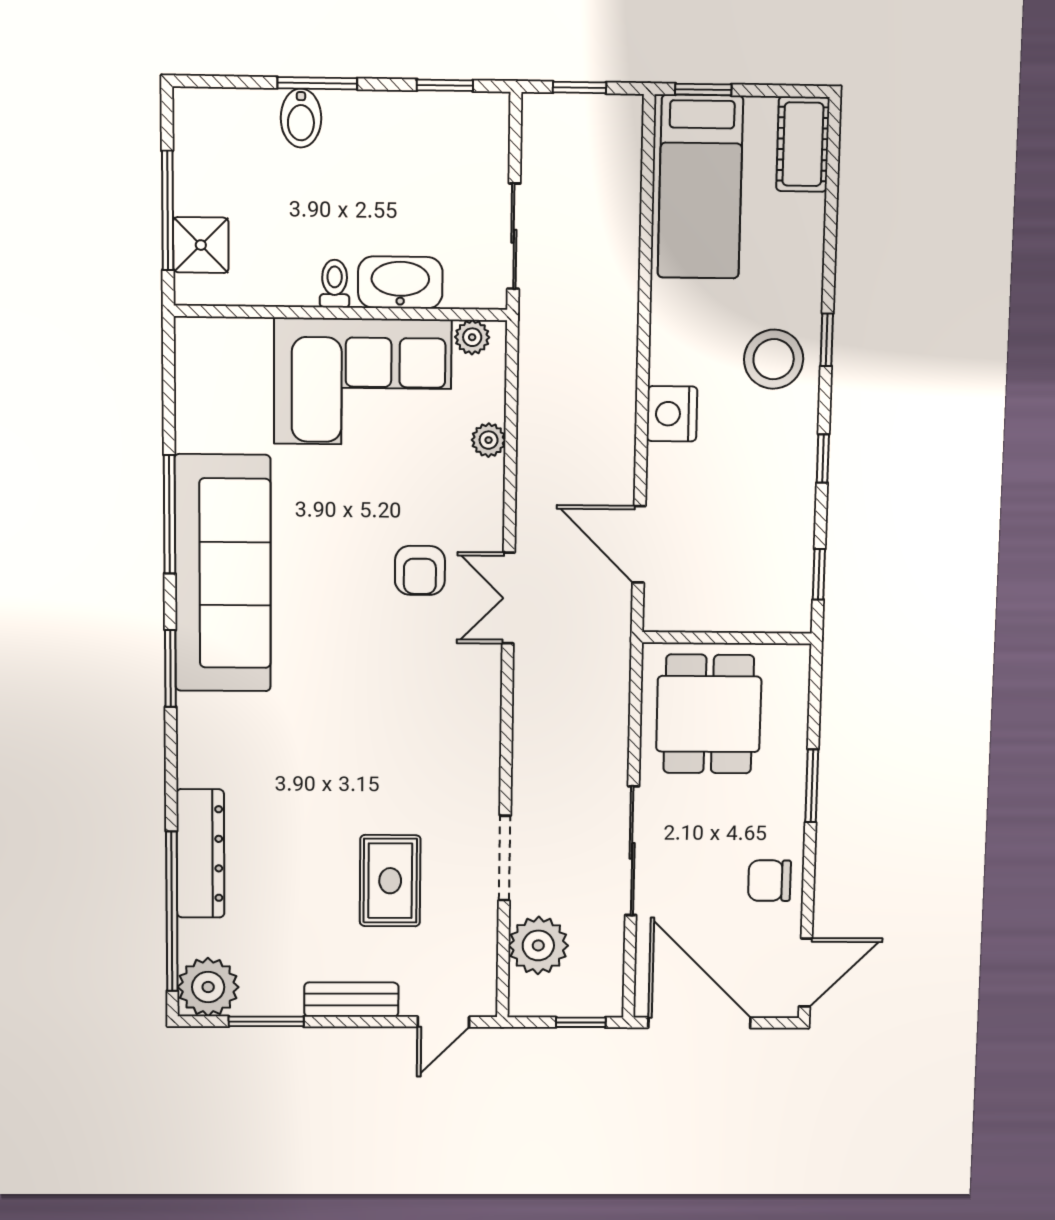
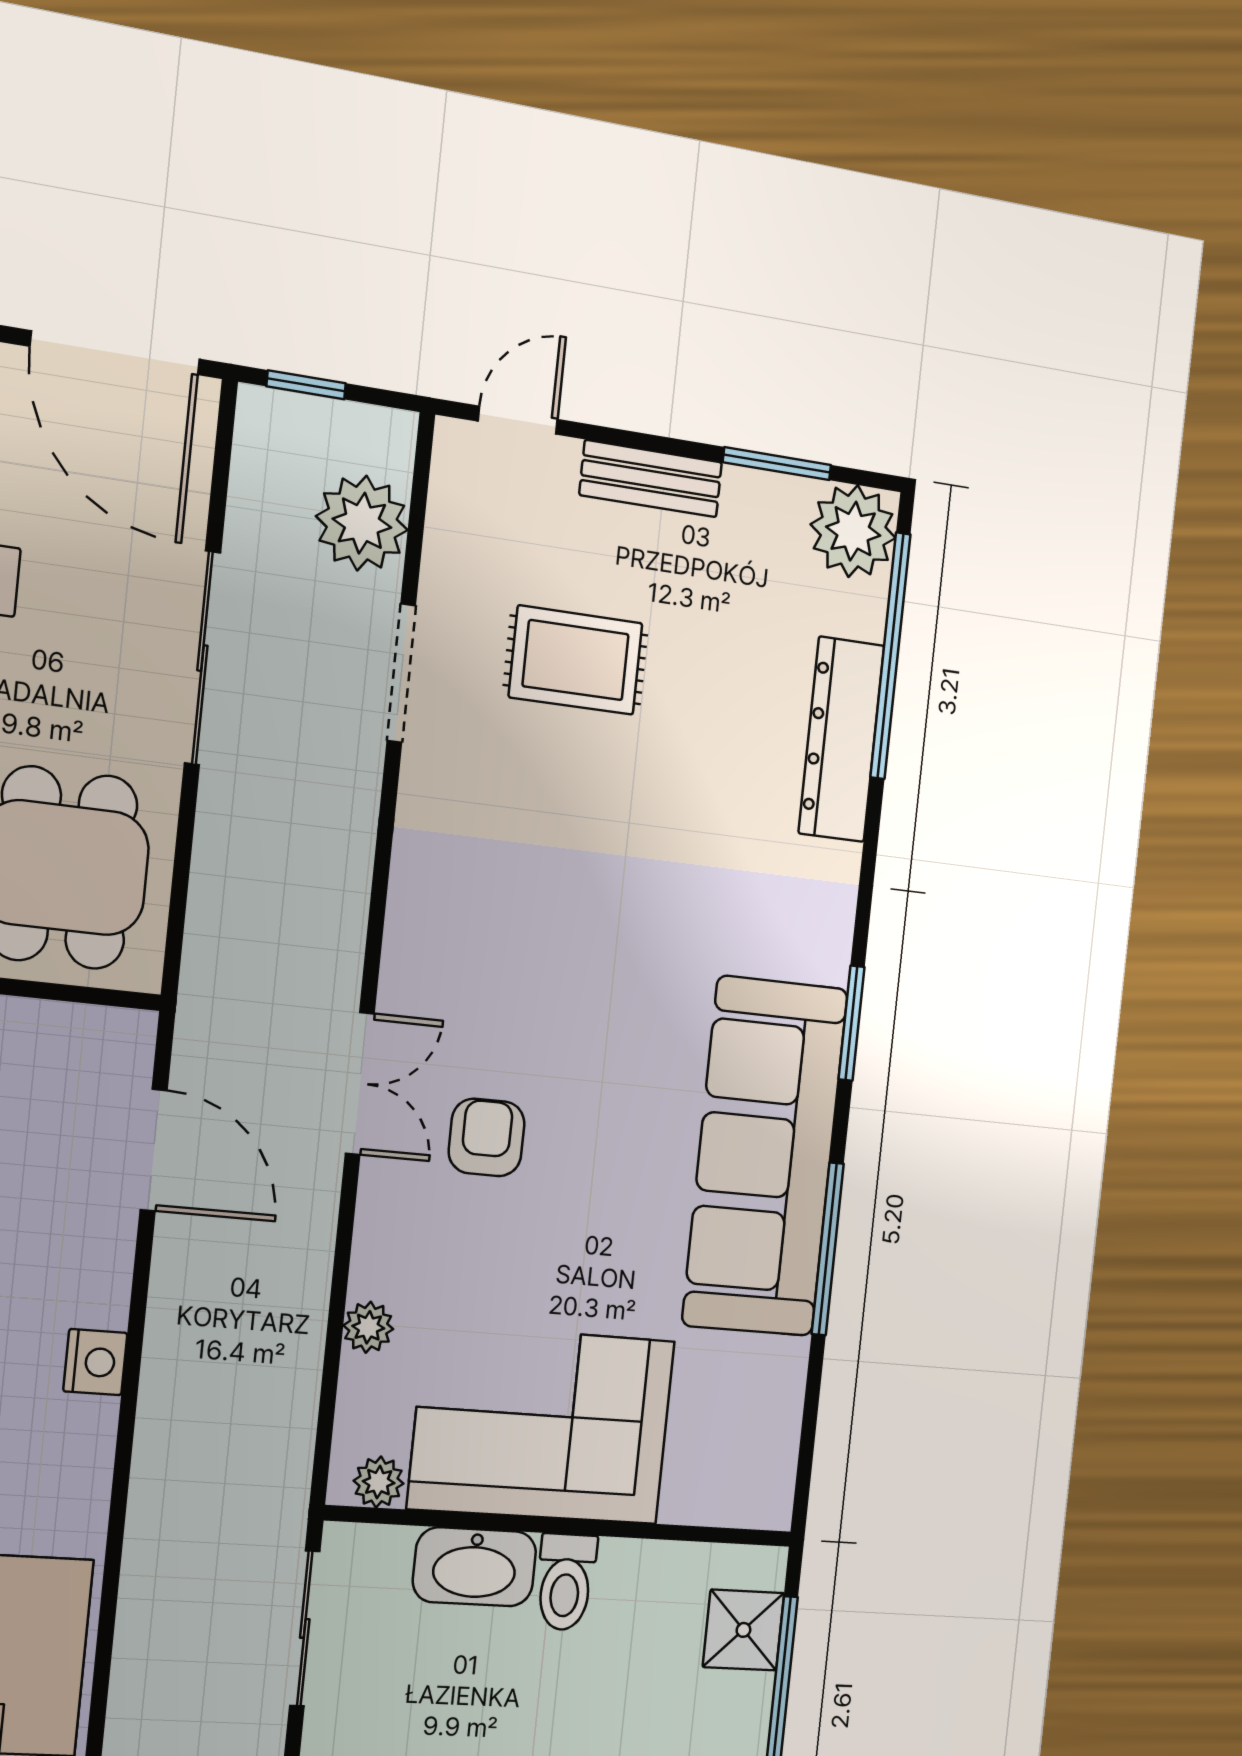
toilet: (335, 284) -> (566, 1582), width x1.37, depth x1.39
nightstand: (672, 414) -> (95, 1362), width x0.74, depth x0.75
rug: (390, 881) -> (576, 660), turned 90

